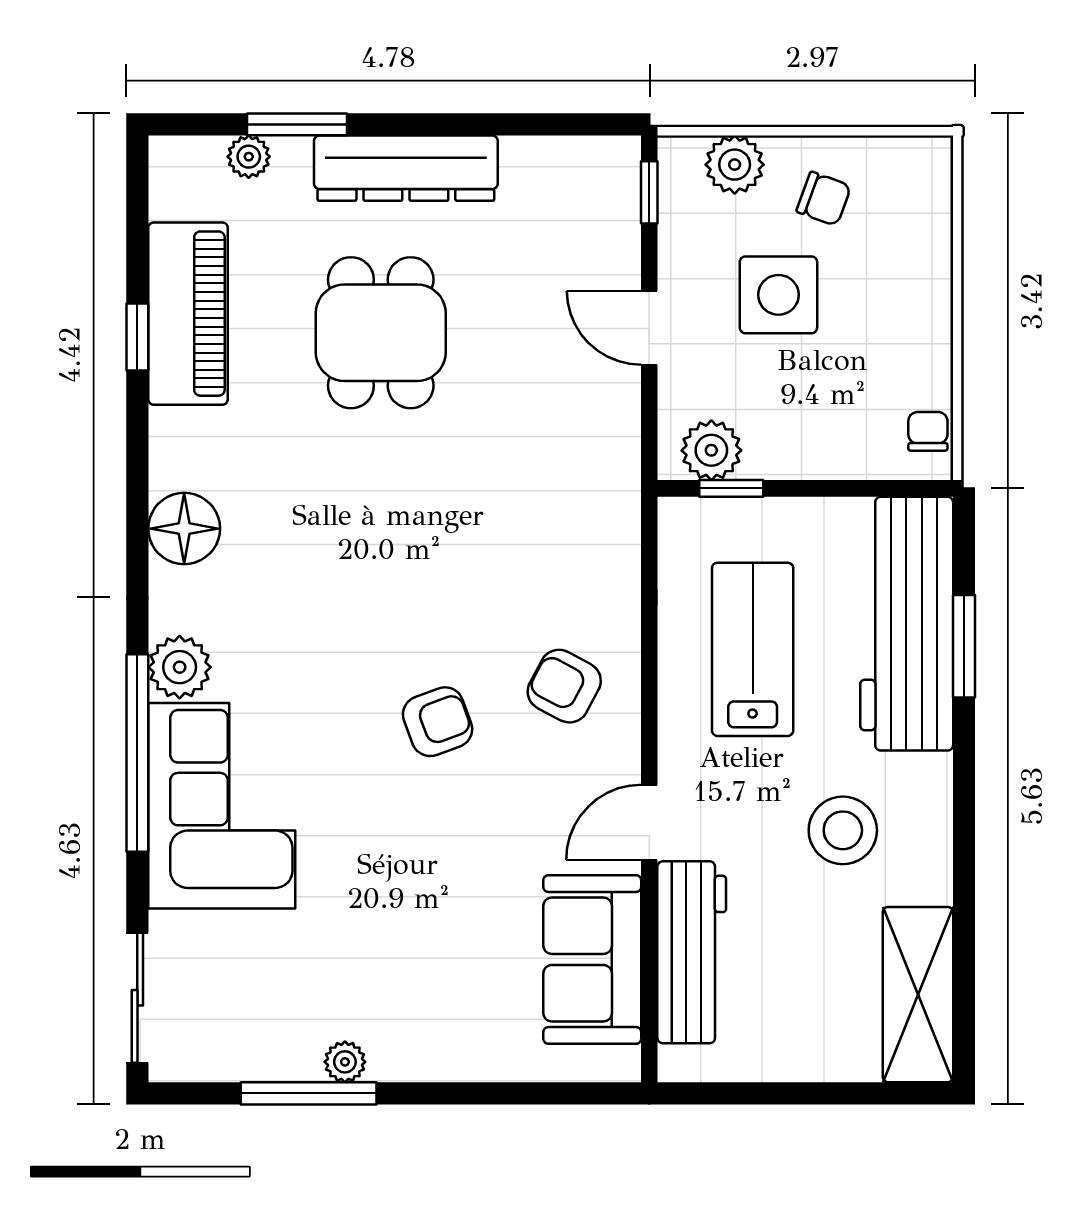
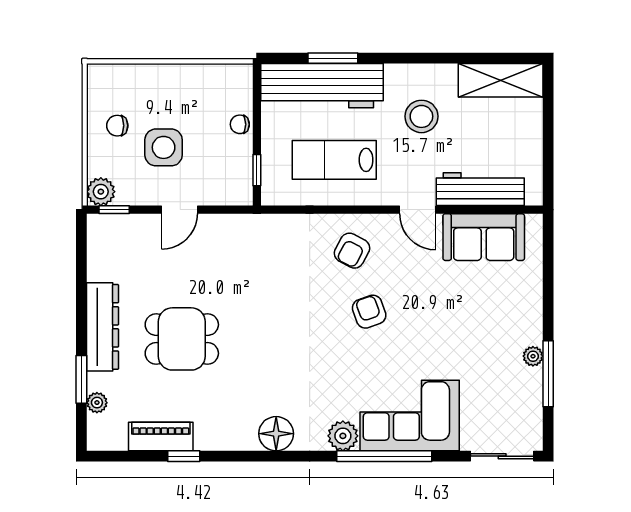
plant: (735, 165) -> (101, 192), moved
chair: (824, 199) -> (117, 126), turned -110
piano: (188, 314) -> (161, 437), width x0.73, depth x0.75
chair: (928, 431) -> (240, 124), moved
plant: (711, 450) -> (238, 180), removed

